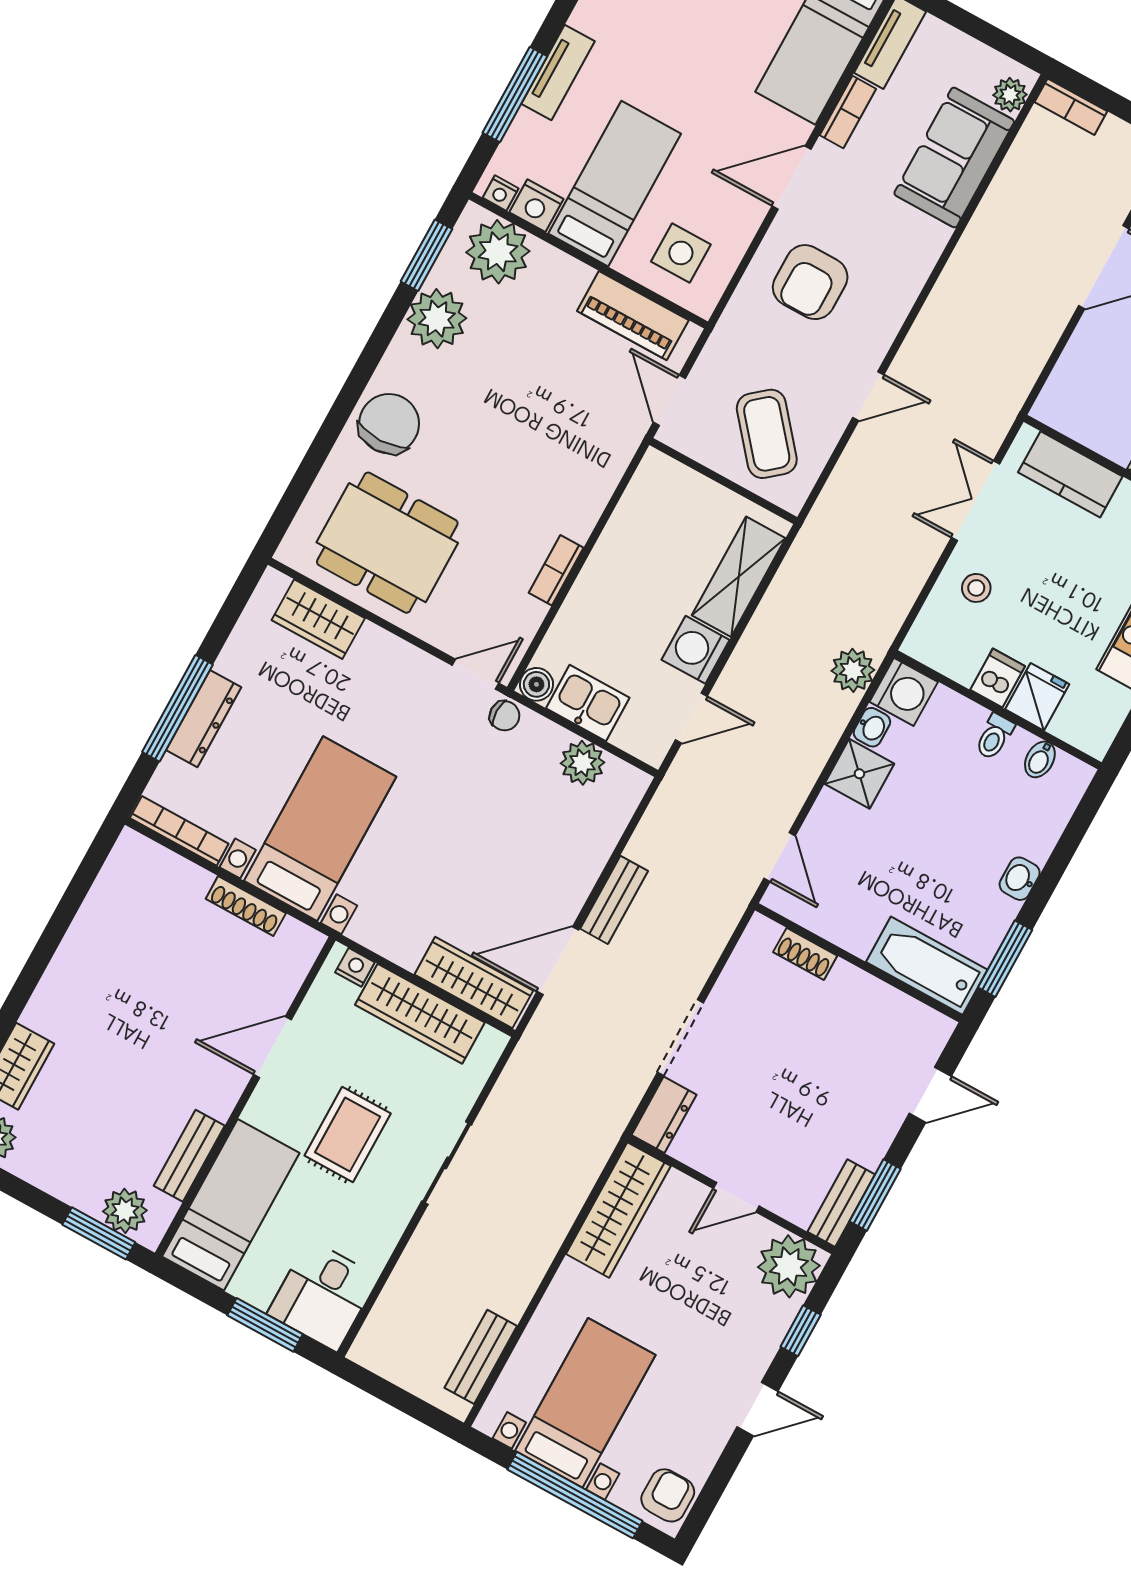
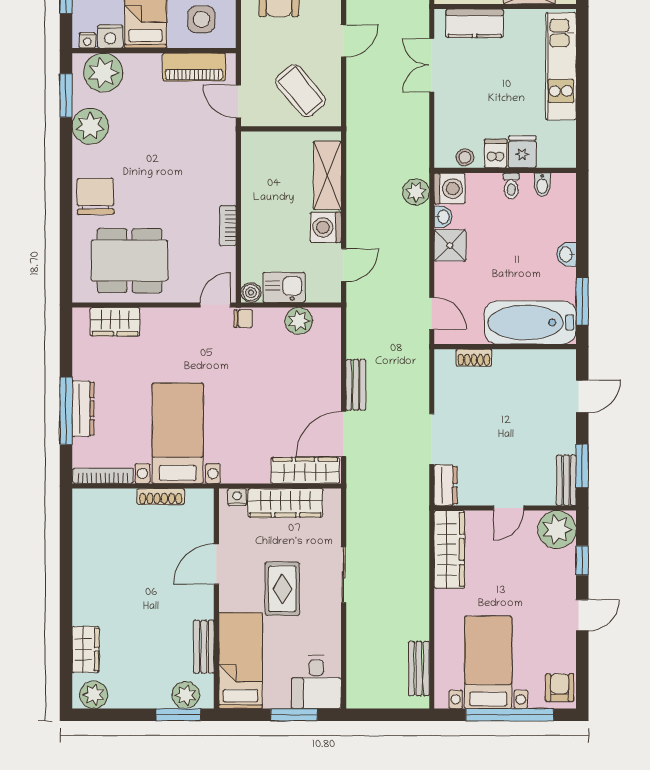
stool: (976, 588) -> (465, 157), moved
bathtub: (927, 966) -> (530, 322), width x1.36, depth x1.36

